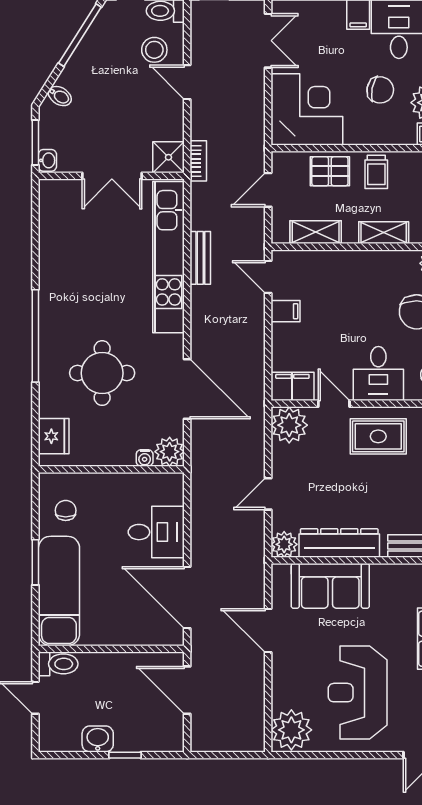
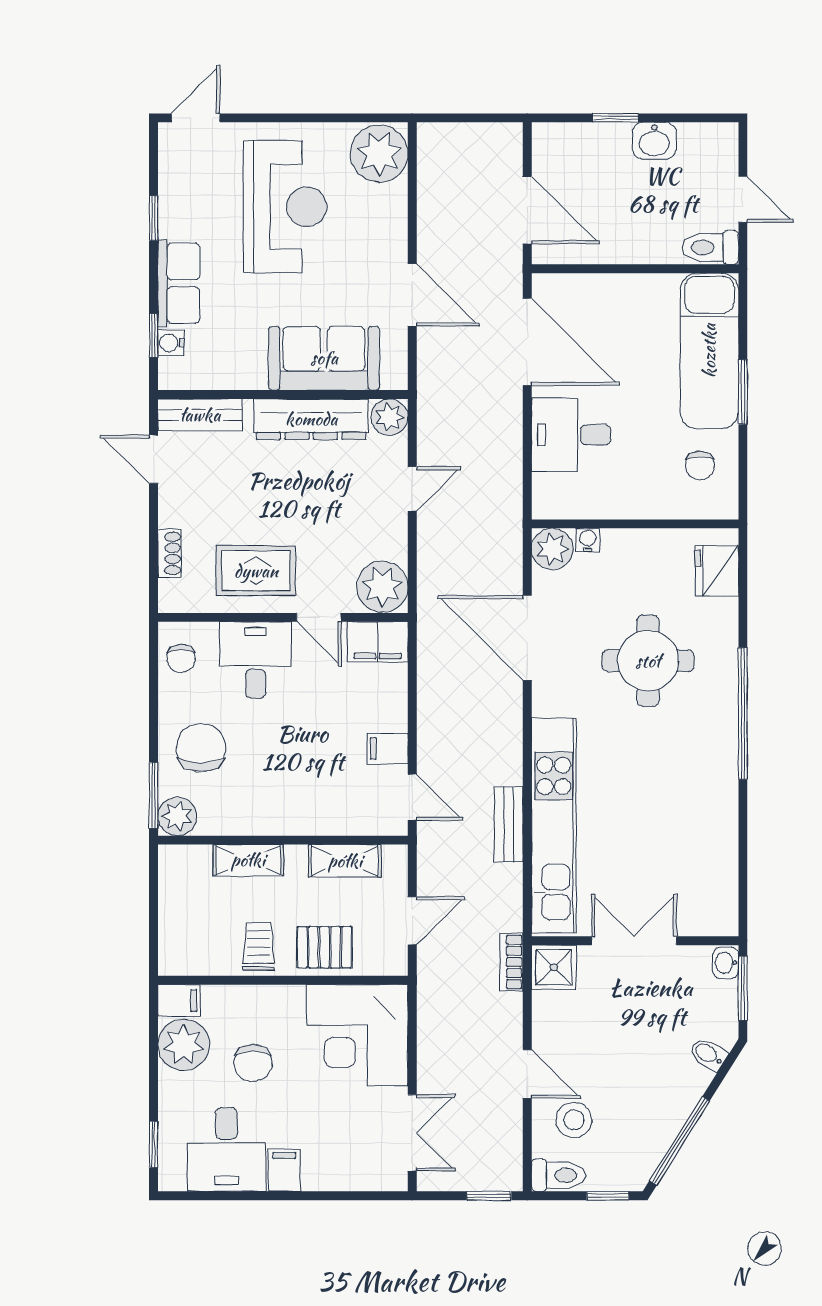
double door: (268, 41) -> (412, 1133), swing flipped
chair: (380, 90) -> (253, 1063), turned -101

